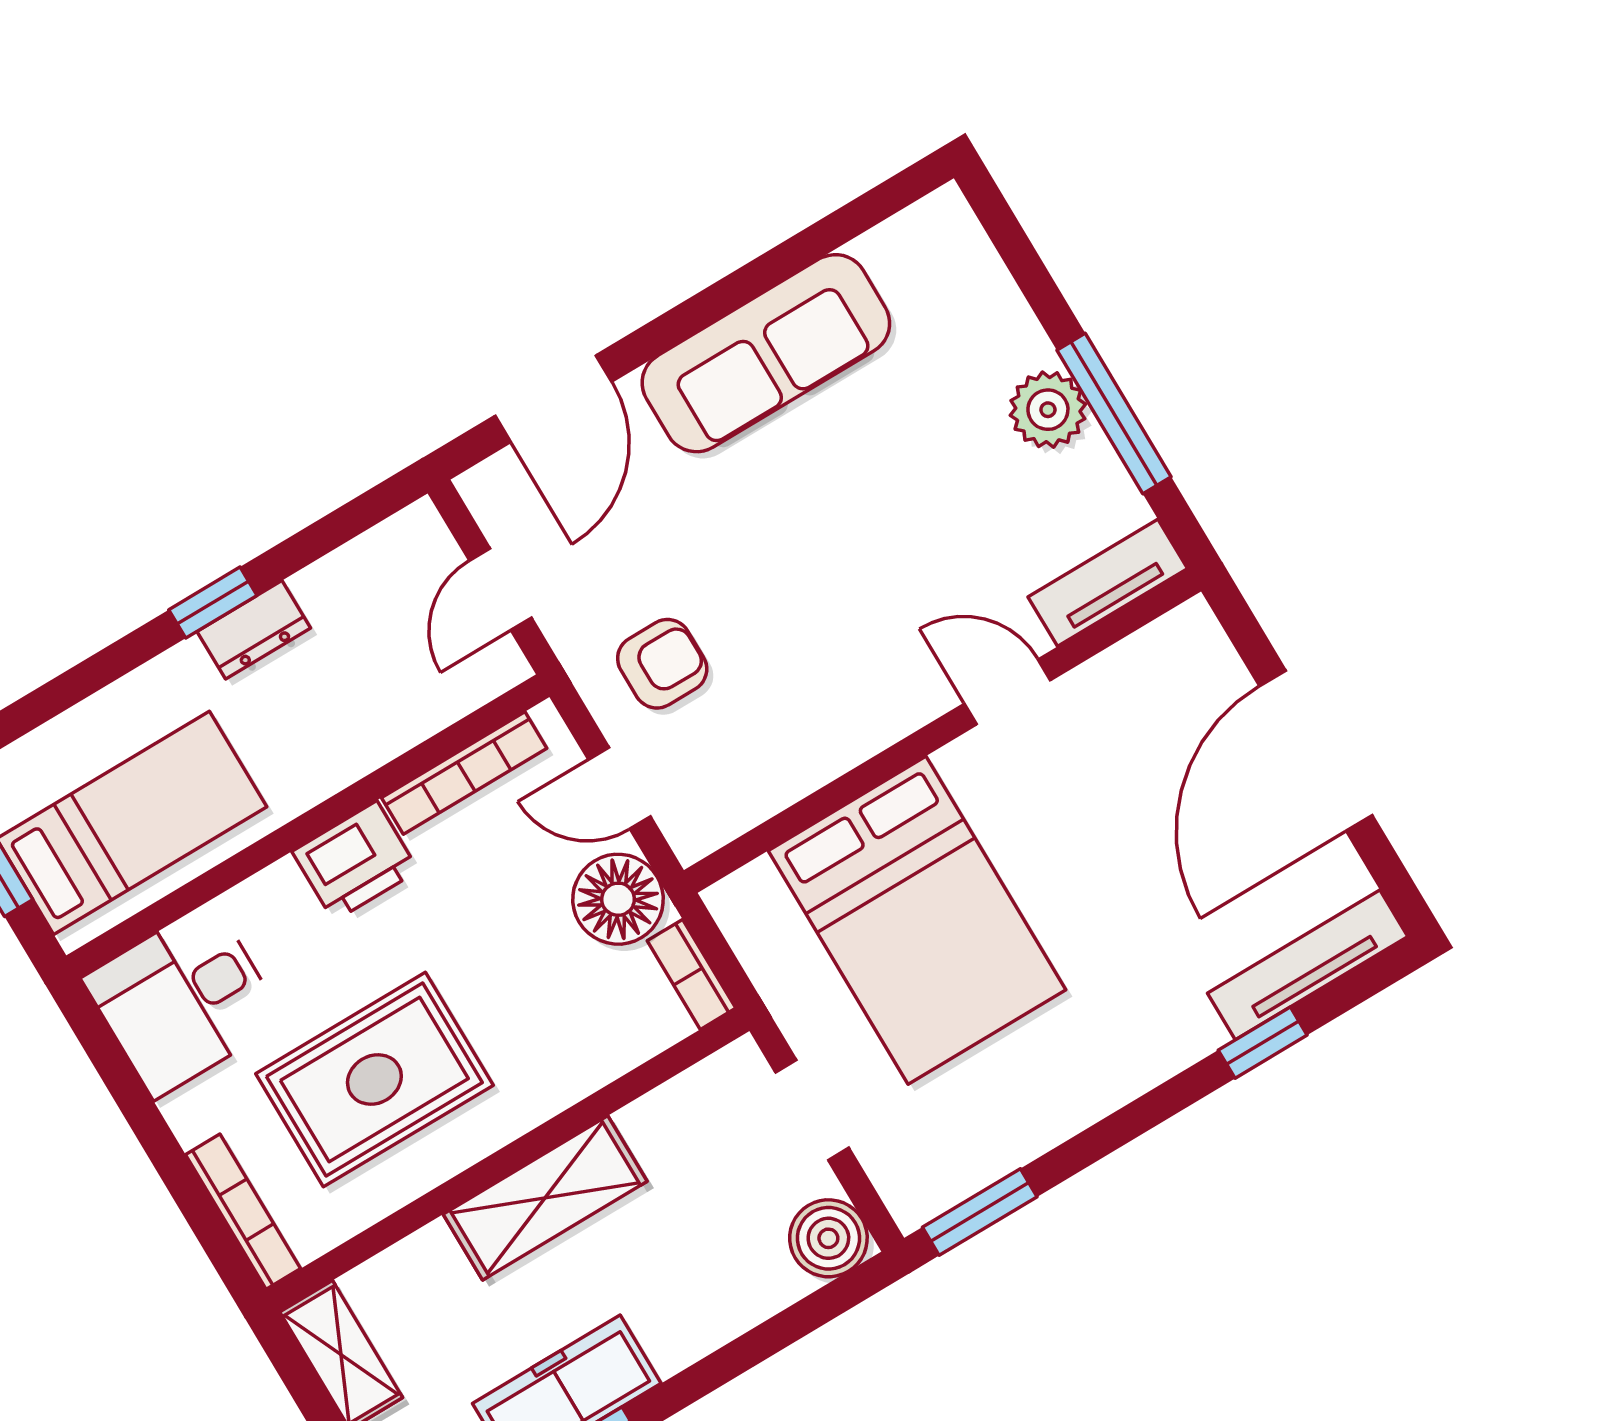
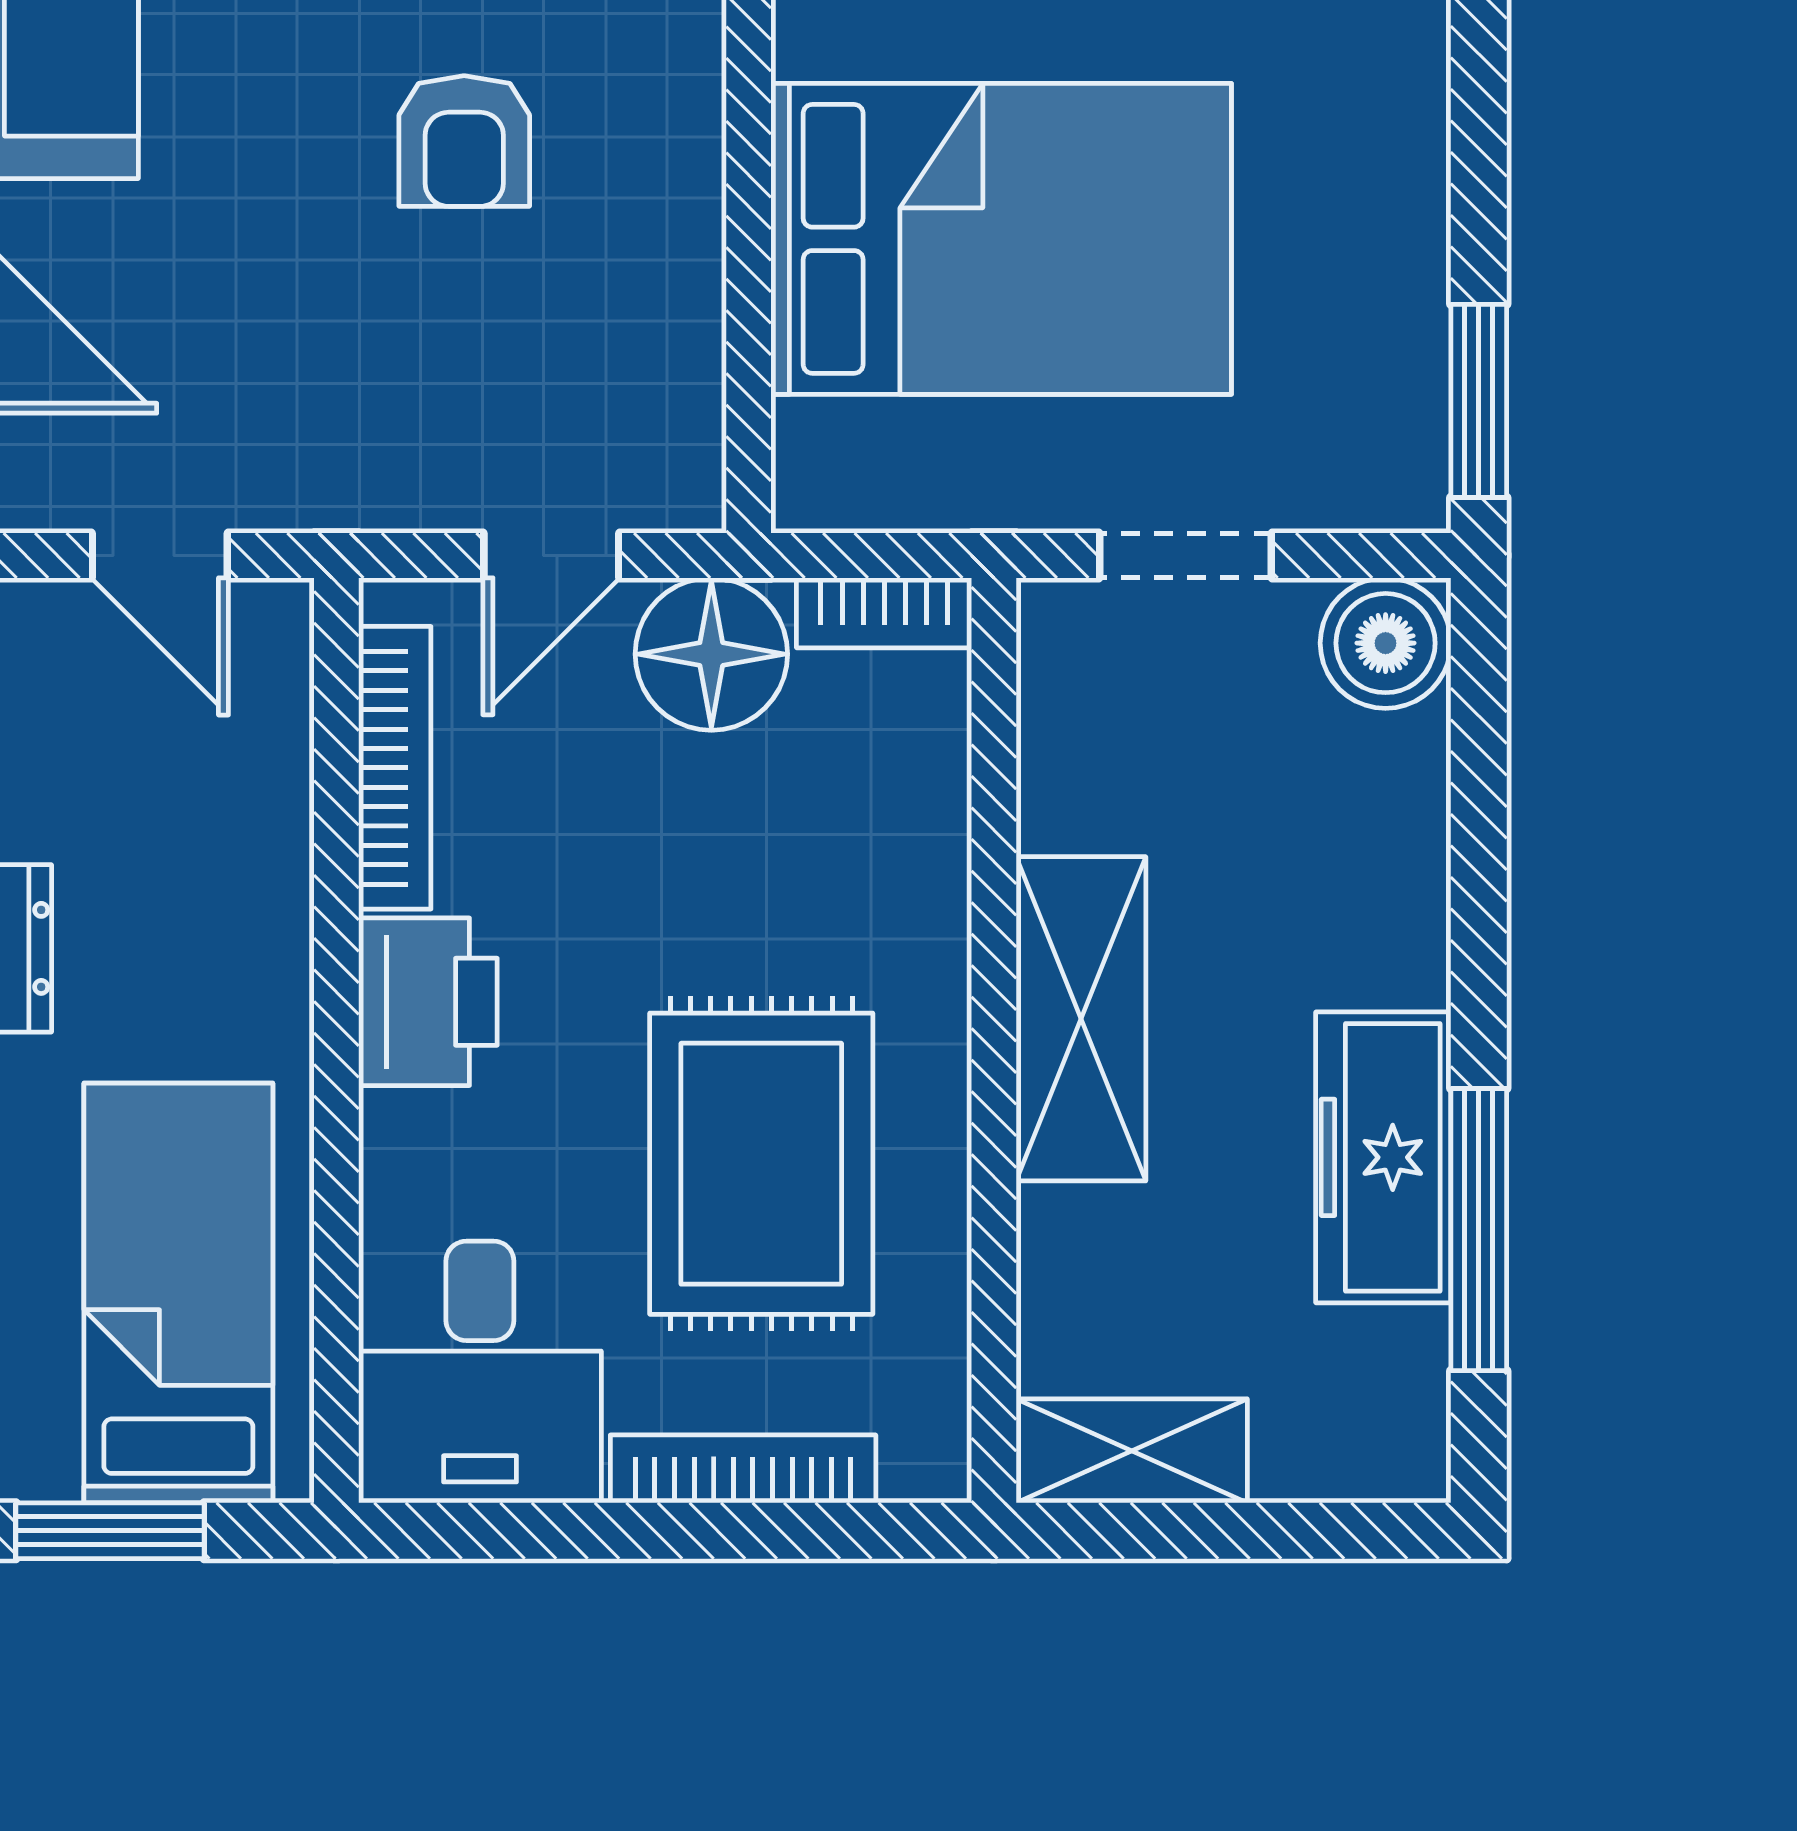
armchair: (662, 664) -> (464, 141), moved, turned 180
bookcase: (243, 1212) -> (743, 1469), moved

